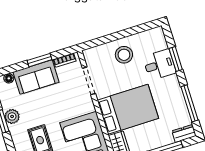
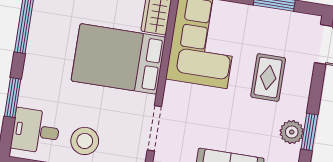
desk: (159, 65) -> (36, 131), moved

